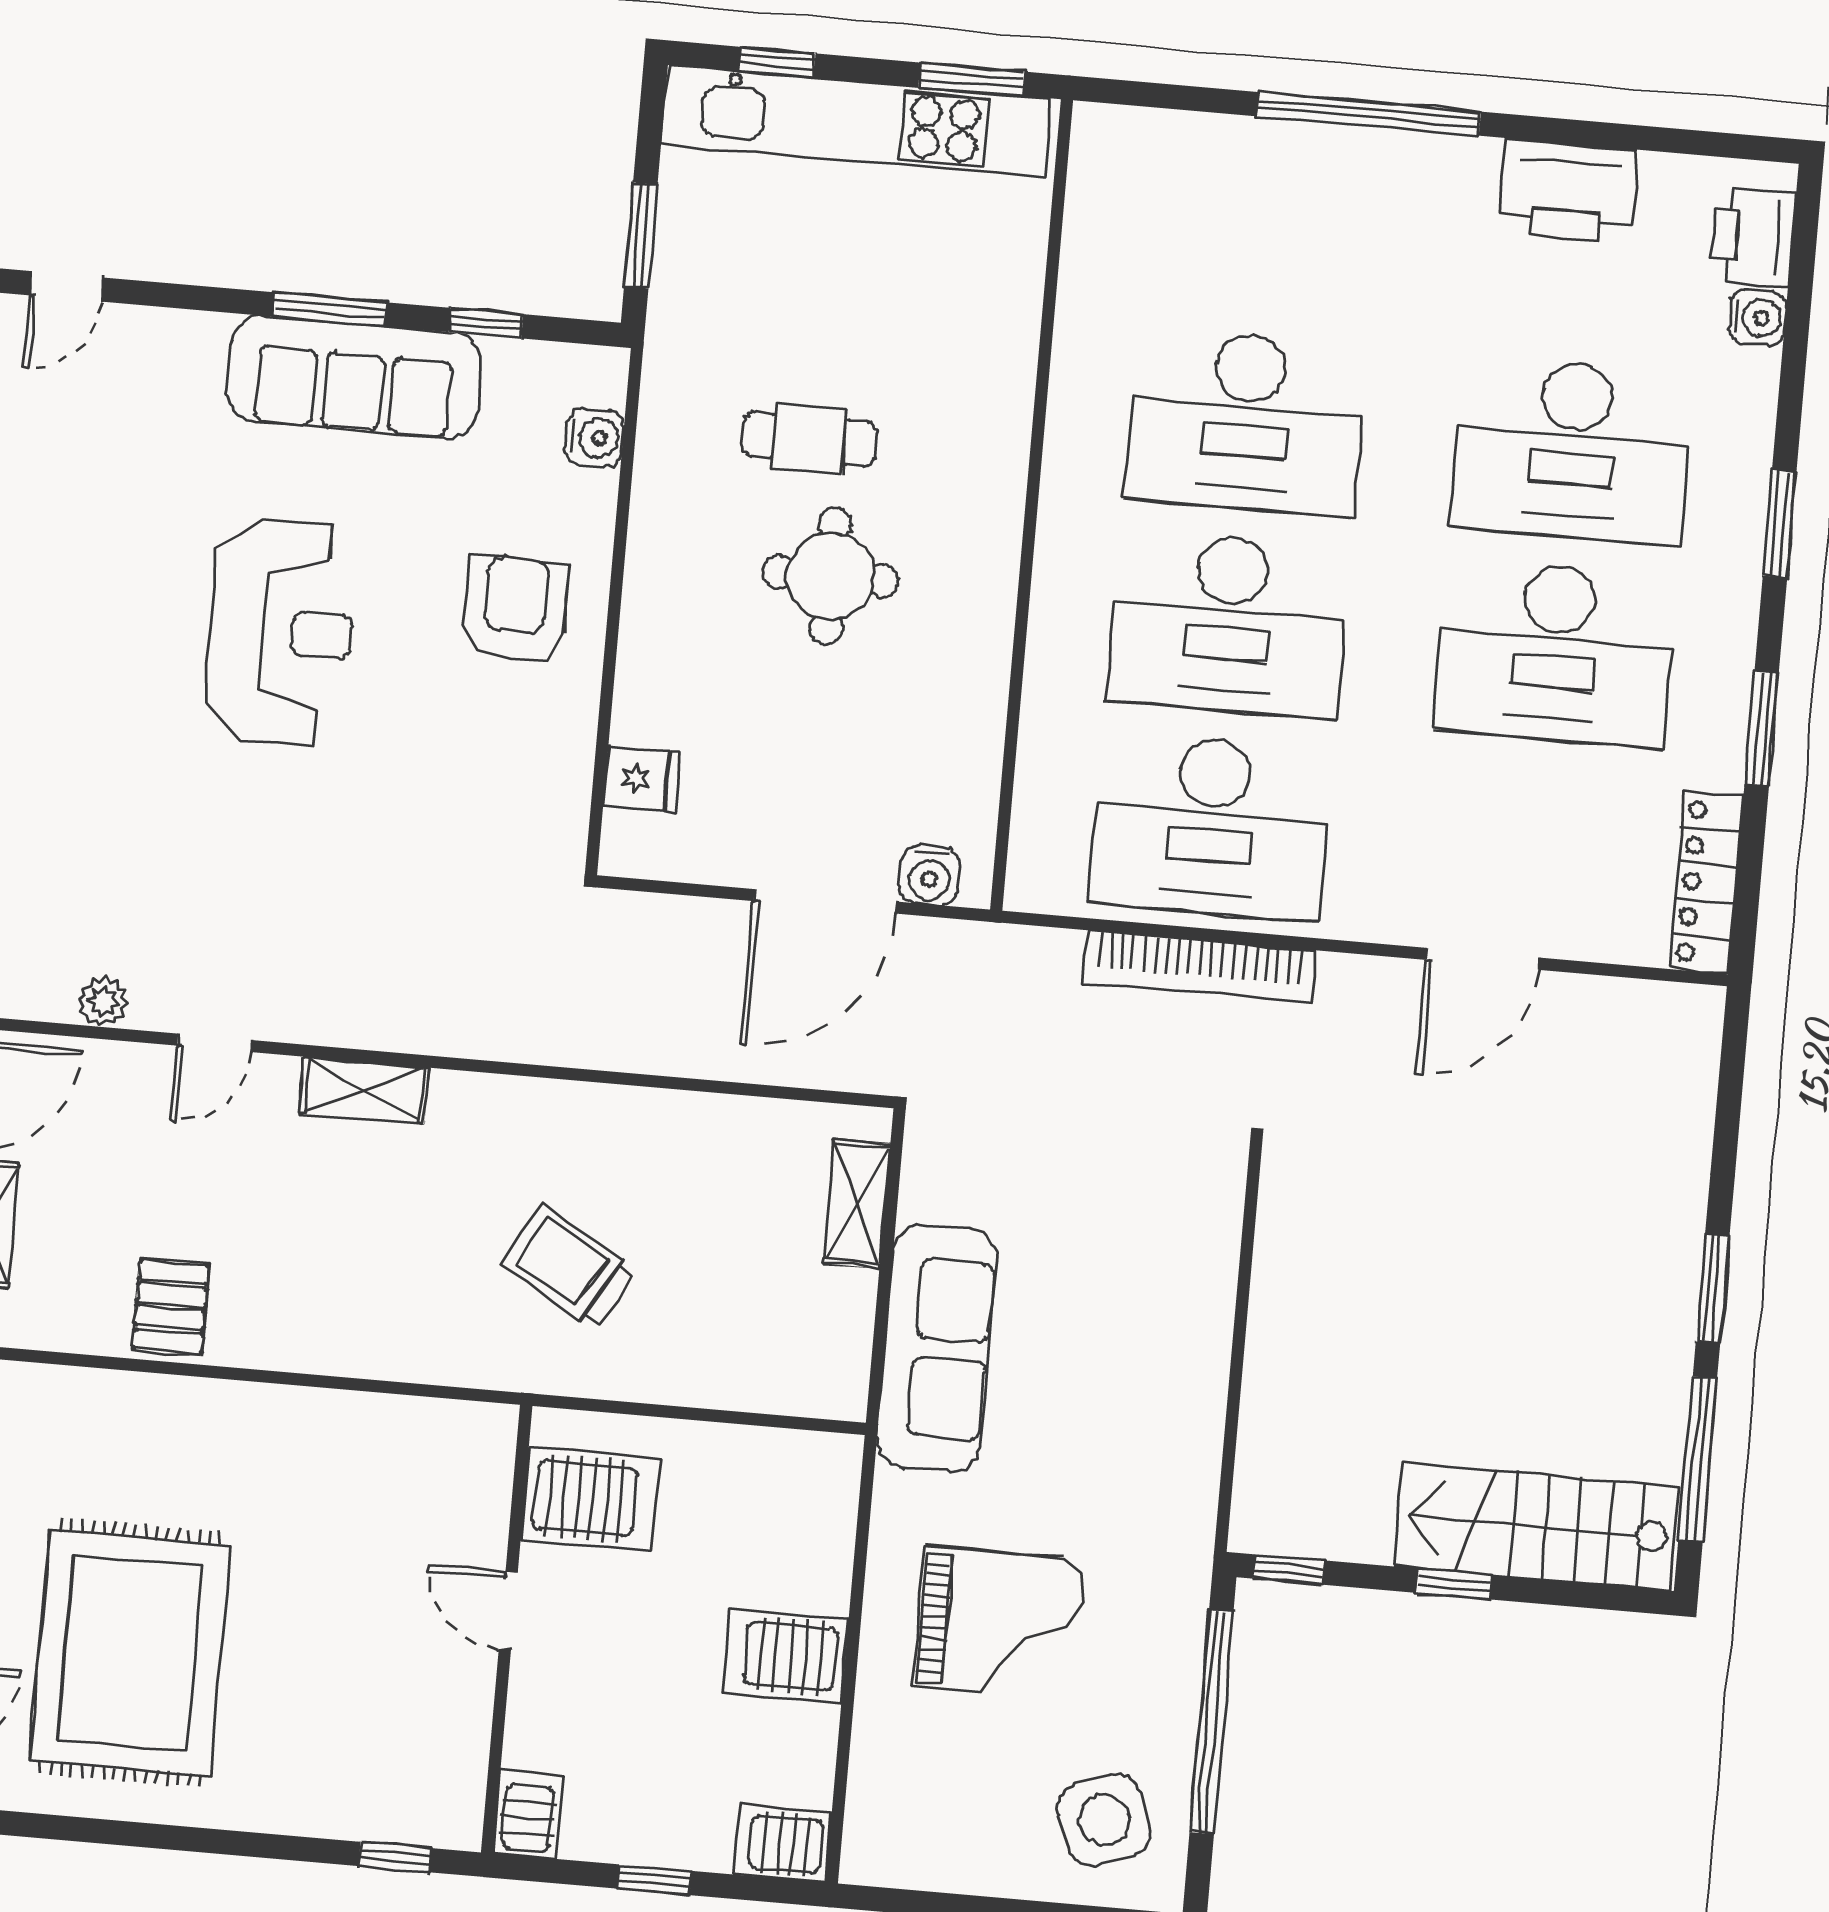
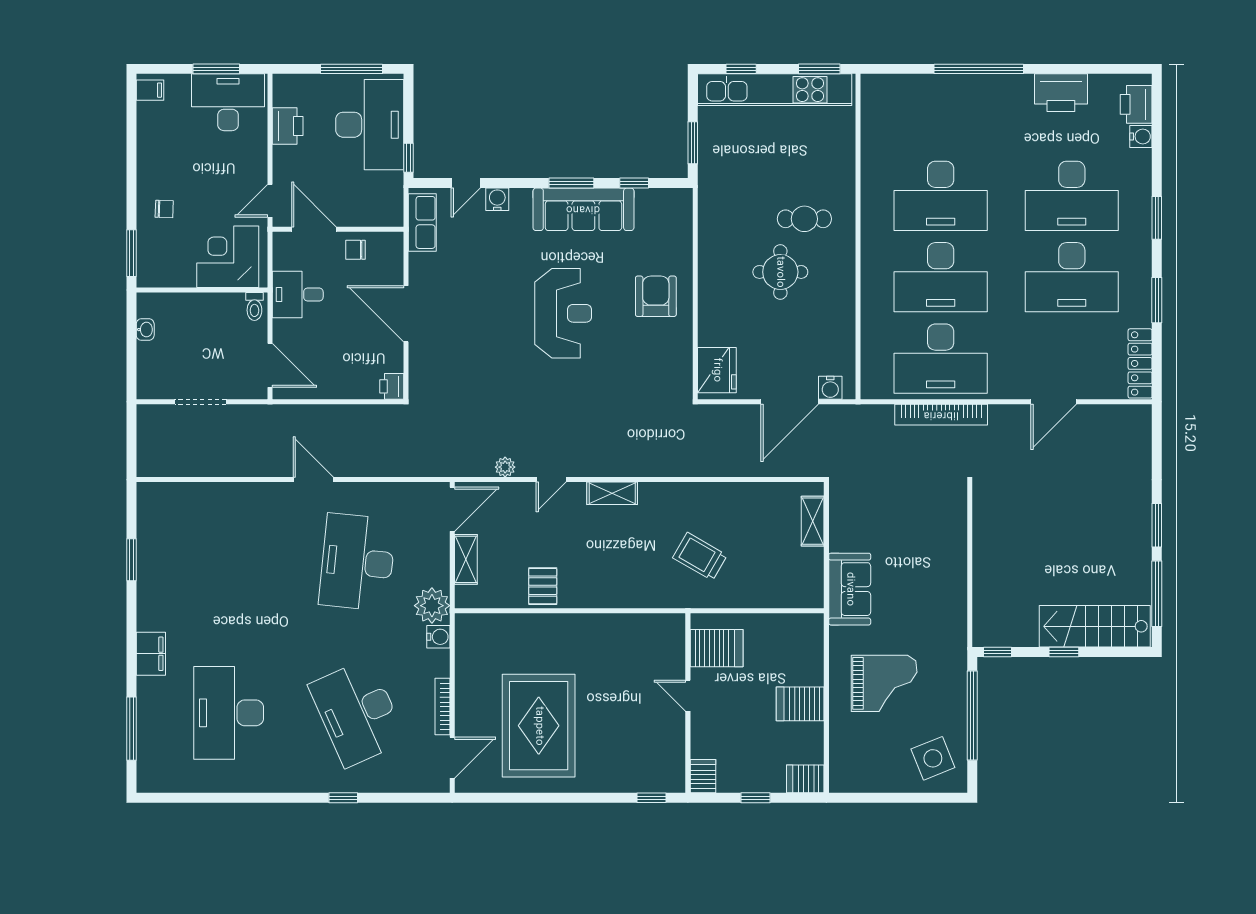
water cooler: (594, 438) -> (497, 199), moved, turned -90
cafe table: (809, 439) -> (804, 219), moved
fridge: (641, 779) -> (717, 370), width x1.88, depth x1.34
sofa: (937, 1348) -> (850, 589), width x0.73

